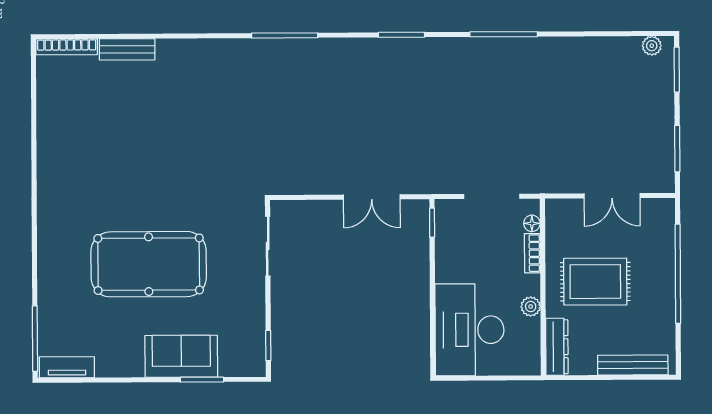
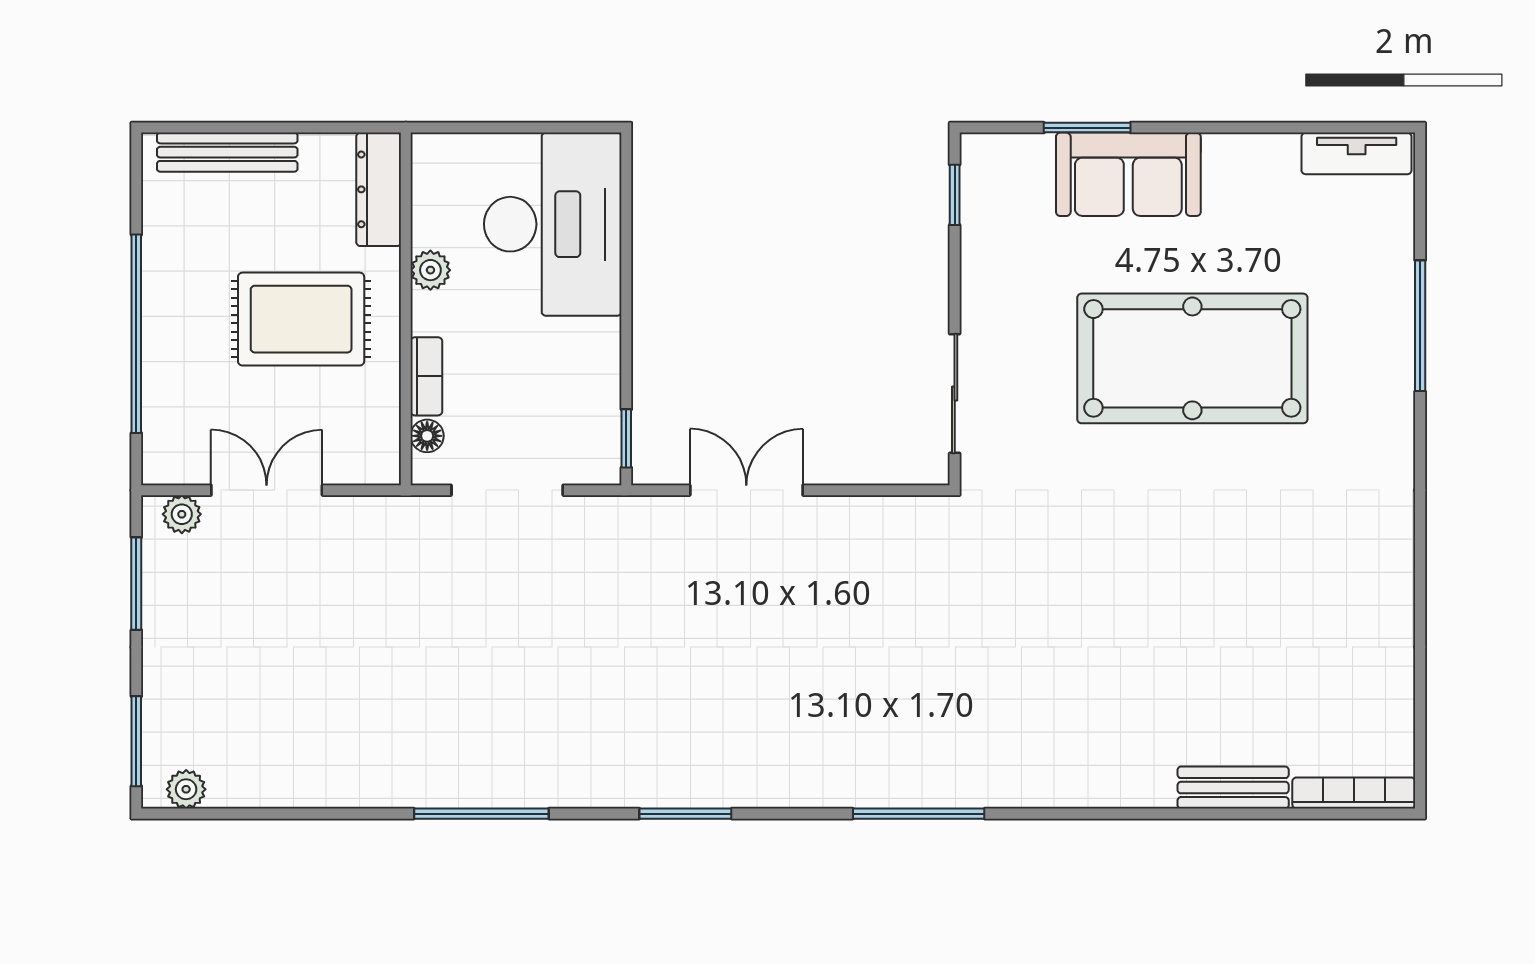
plant: (655, 183) -> (182, 514), added
window: (35, 339) -> (1420, 326), moved

